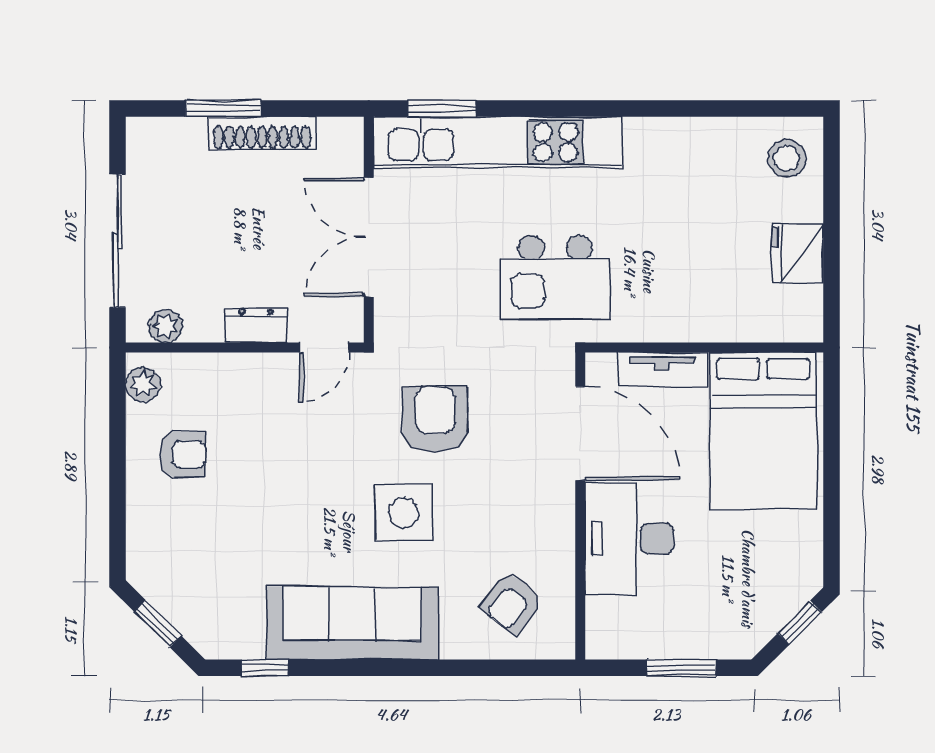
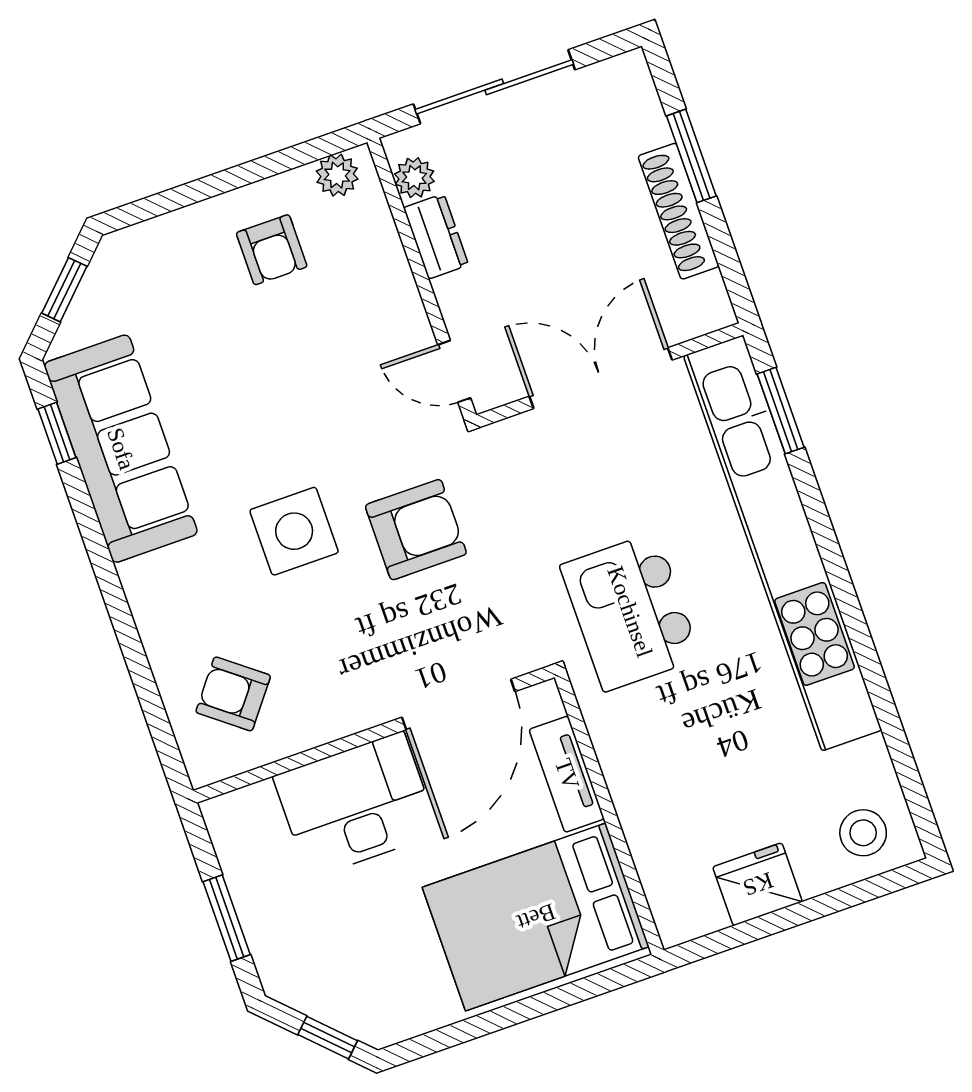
kitchen unit: (498, 142) -> (783, 543), width x1.36
dresser: (256, 325) -> (436, 236), moved
sofa: (352, 623) -> (121, 449), moved

